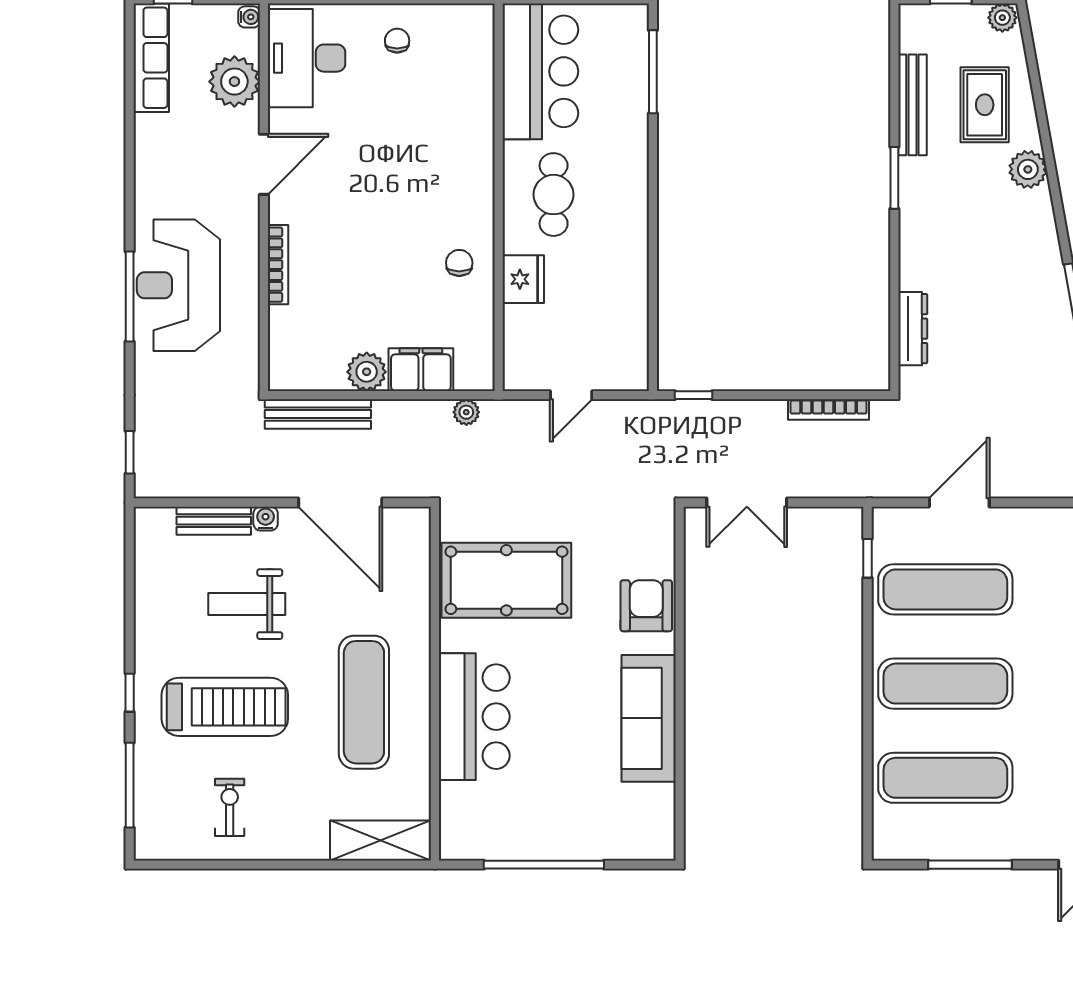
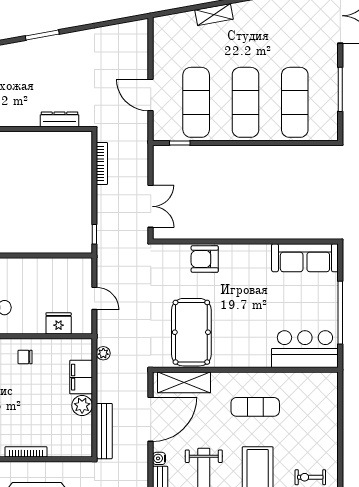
fridge: (523, 279) -> (59, 323), moved
exercise mat: (364, 702) -> (255, 407), width x0.73, depth x0.69
bar counter: (474, 717) -> (305, 349), moved
sofa: (649, 718) -> (305, 258), moved
shelving: (380, 841) -> (184, 382), moved, turned 90

